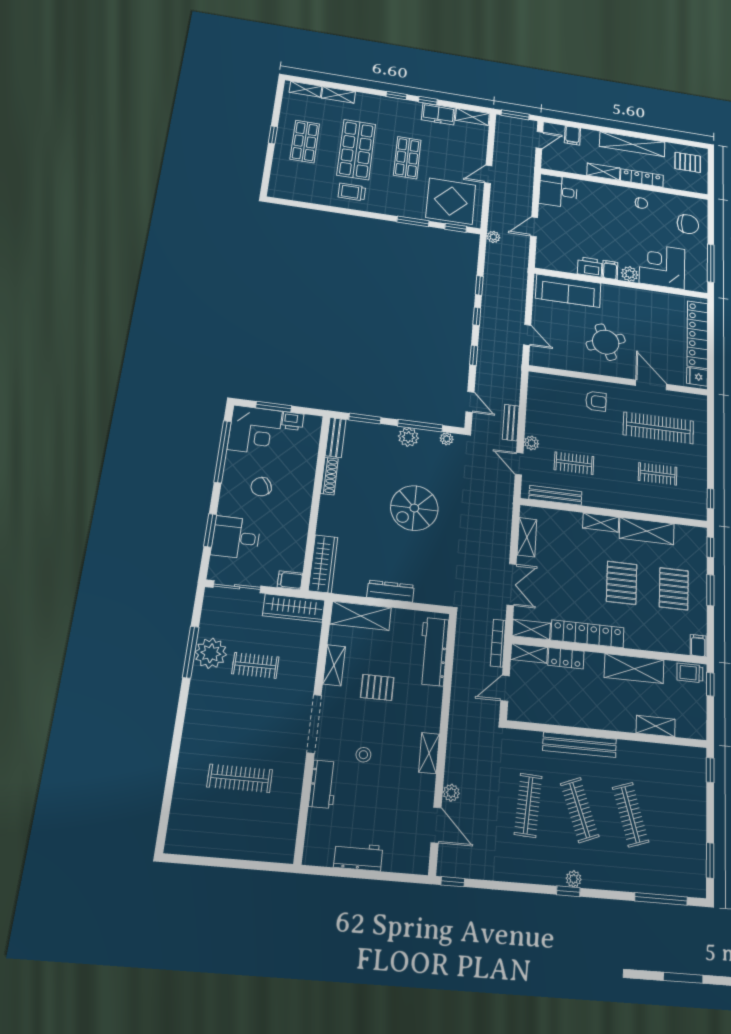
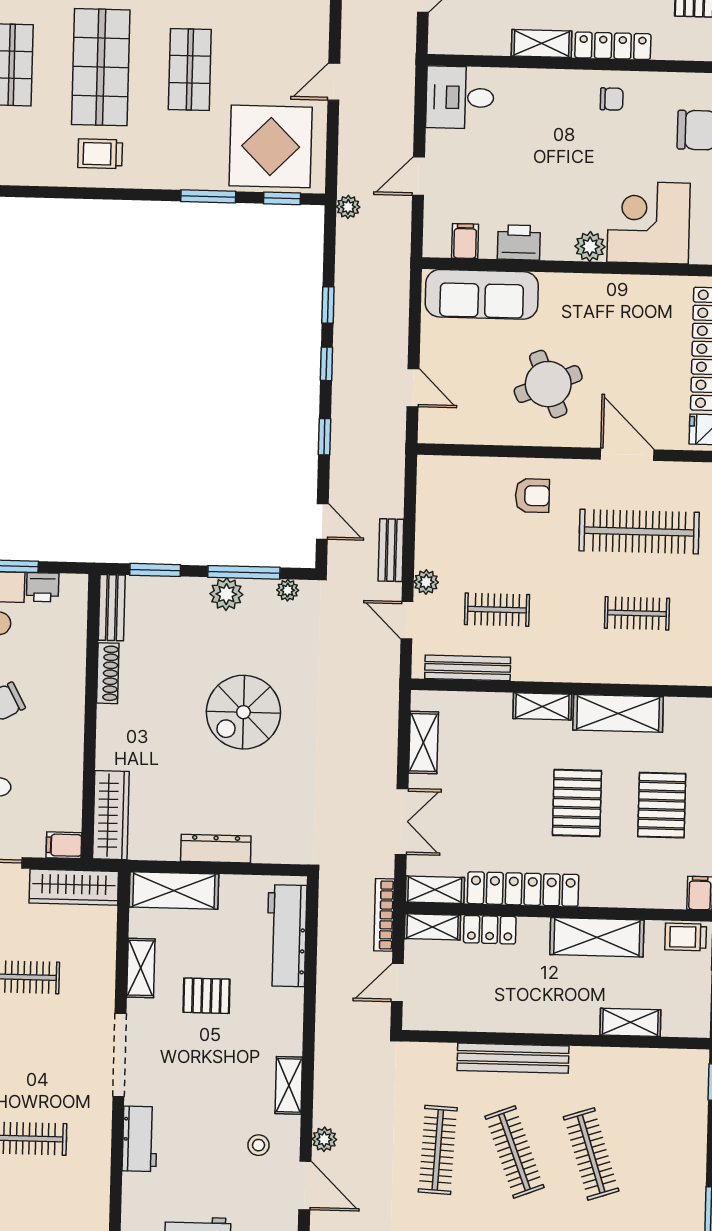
filing cabinet: (610, 270) -> (465, 241), moved
stool: (363, 755) -> (259, 1145), moved

